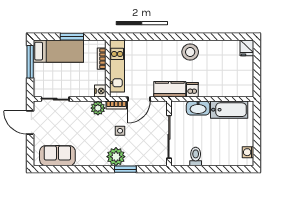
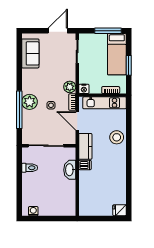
stool: (190, 52) -> (117, 137), moved
bathtub: (229, 110) -> (68, 196), removed
window: (125, 169) -> (19, 110), width x2.11

